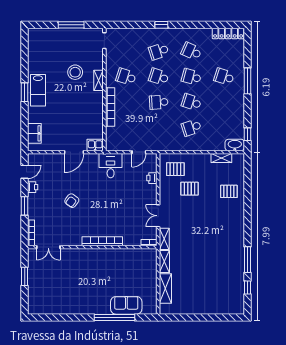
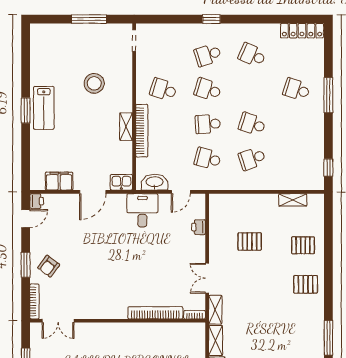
school desk: (191, 77) -> (208, 159), moved
shelving: (99, 80) -> (126, 127), moved
filing cabinet: (34, 133) -> (59, 181), moved, turned -90
washbasin: (235, 145) -> (155, 182), moved
pallet: (175, 169) -> (306, 284), moved
printer: (33, 187) -> (37, 201), moved
armchair: (72, 201) -> (49, 266), moved
bookcase: (102, 241) -> (155, 313), moved

